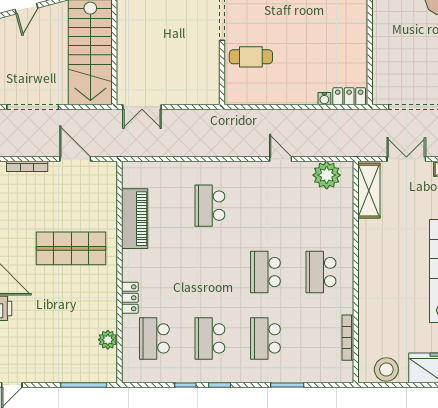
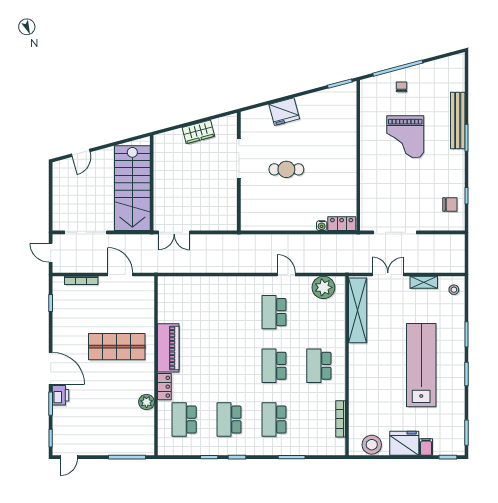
cafe table: (251, 57) -> (286, 169), moved
shelving: (369, 191) -> (358, 310), width x1.47
school desk: (210, 206) -> (274, 312), moved
piano: (135, 219) -> (168, 348), moved
plant: (108, 340) -> (147, 402), moved

